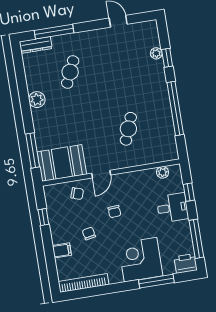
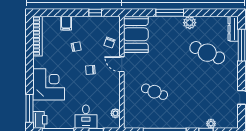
cafe table: (70, 72) -> (207, 53), width x1.37, depth x1.35
window: (33, 150) -> (170, 13), moved
window: (156, 281) -> (29, 108), moved

